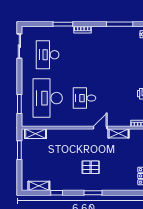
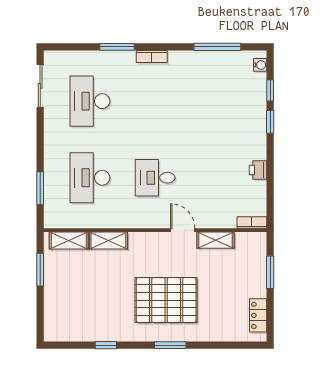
desk: (48, 98) -> (90, 178), width x0.73, depth x0.77
door: (100, 128) -> (183, 230), hinge flipped
pallet: (91, 167) -> (166, 300), width x2.05, depth x2.00
shelving: (39, 186) -> (108, 240), moved

